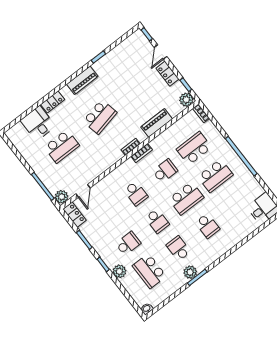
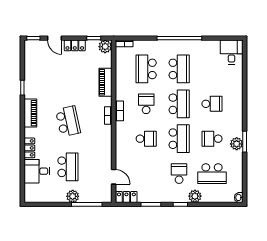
plant: (62, 197) -> (73, 196), moved
school desk: (157, 221) -> (179, 139), width x1.85

